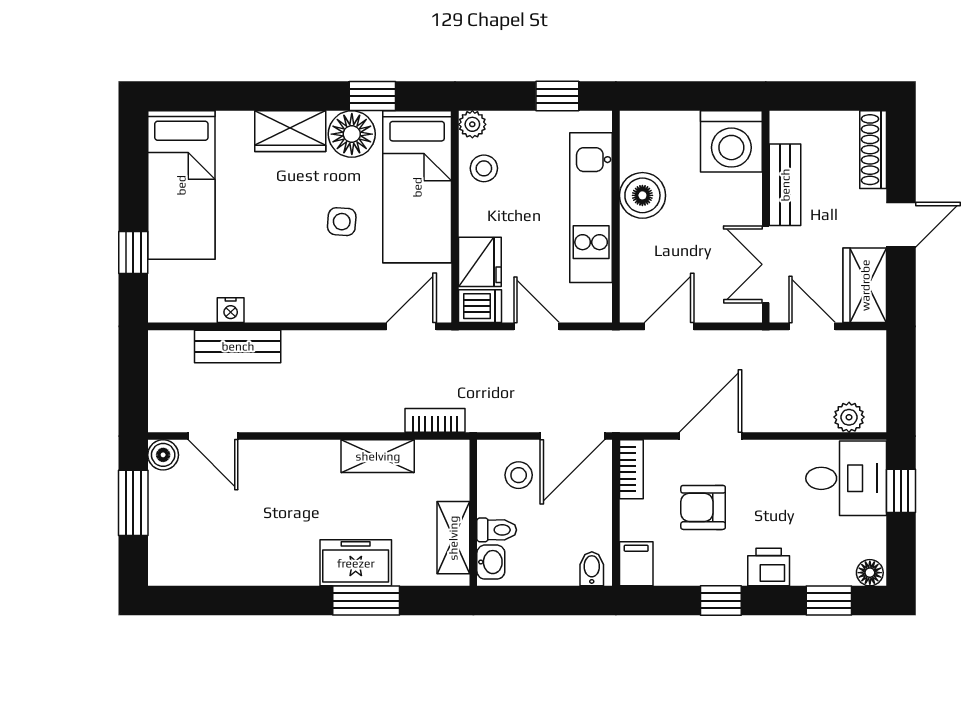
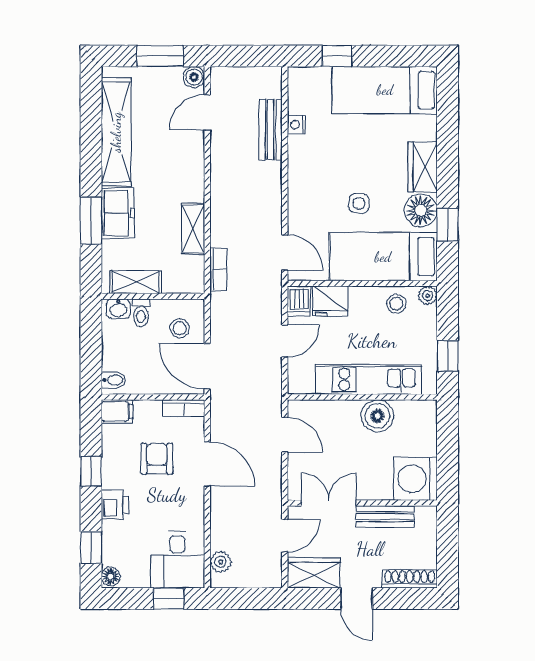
shelving: (241, 565) -> (116, 132), added

